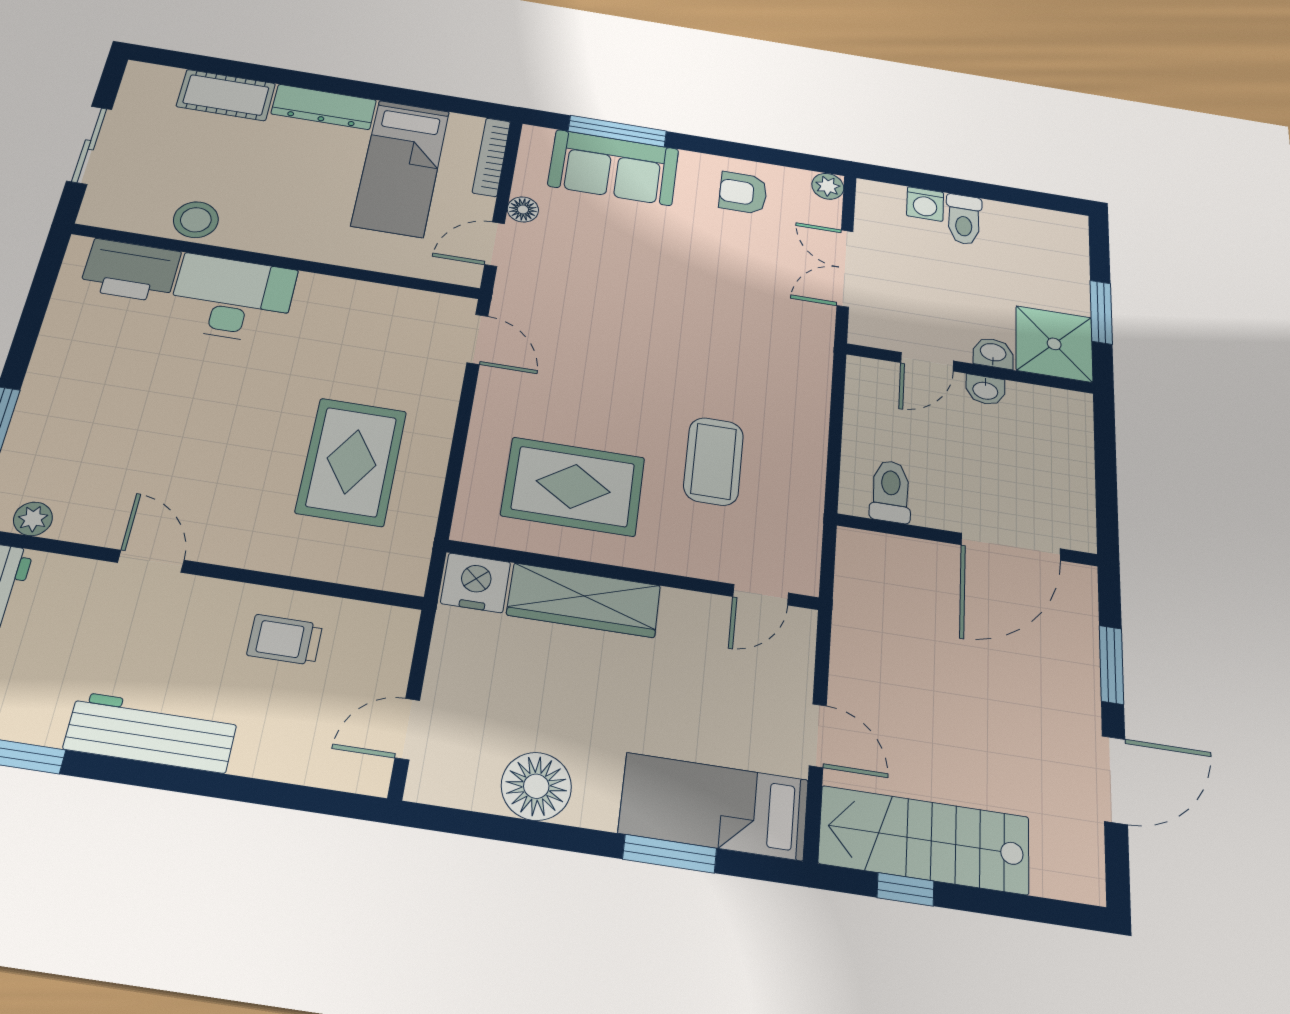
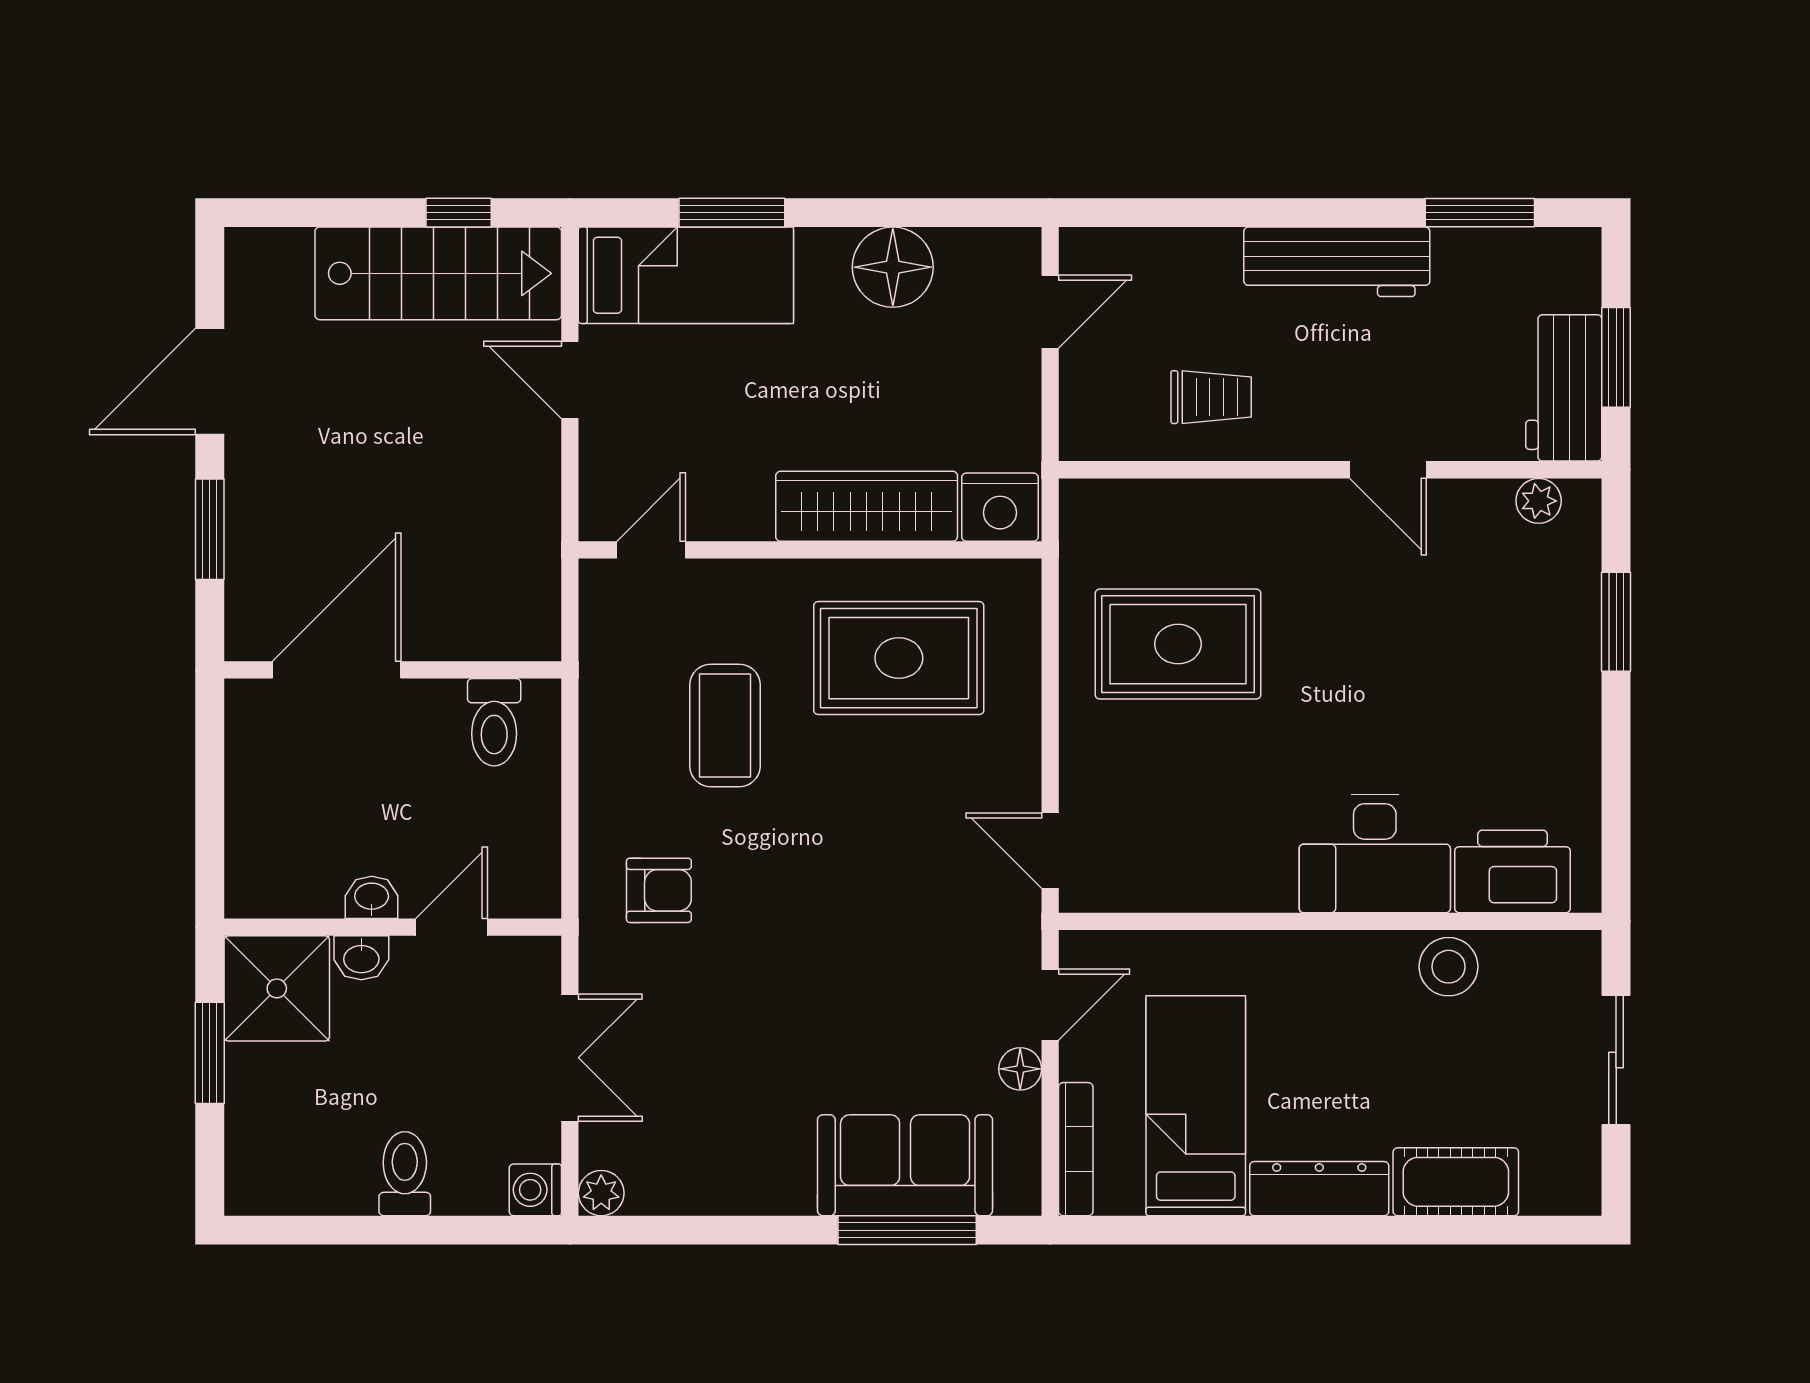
armchair: (743, 193) -> (659, 890), moved
washing machine: (925, 204) -> (535, 1190), moved, turned -90
rug: (351, 462) -> (1178, 644), turned 90

